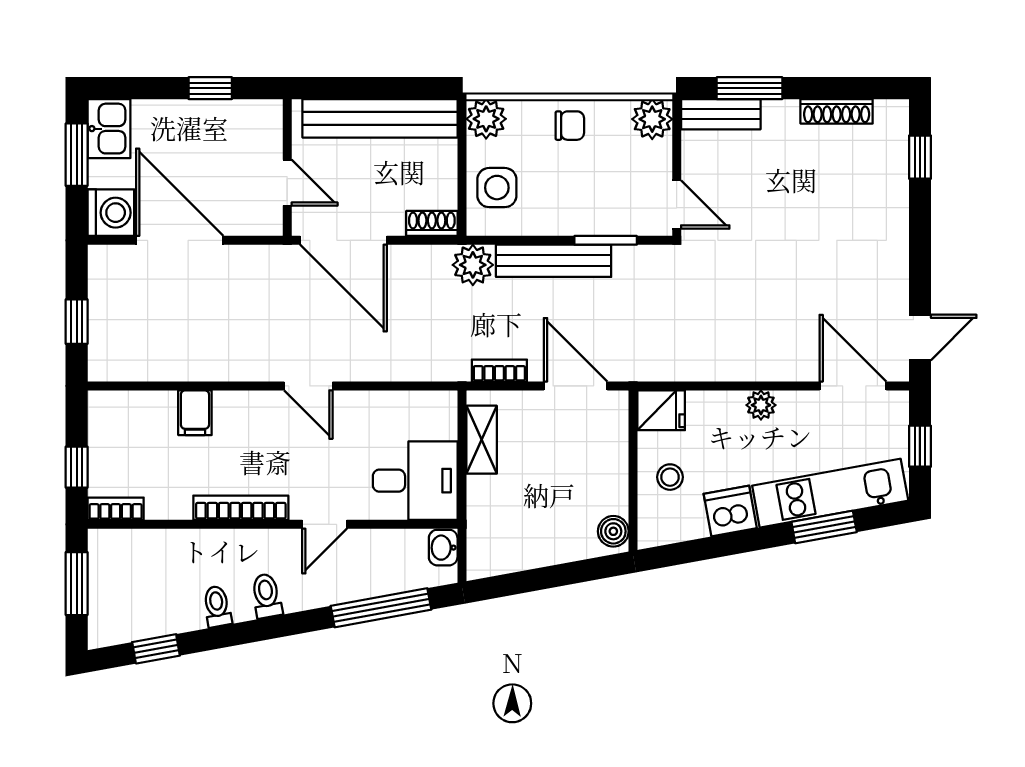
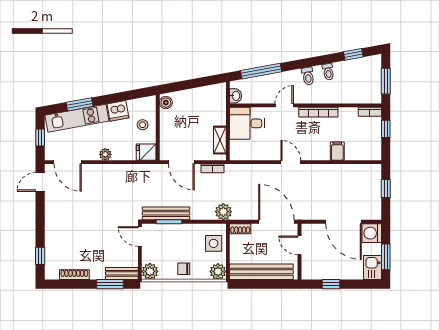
bench: (554, 261) -> (166, 213), moved

